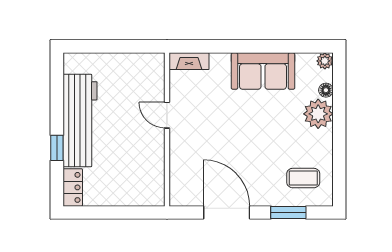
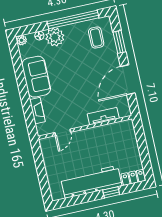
fireplace: (189, 61) -> (37, 111), moved
door: (167, 115) -> (63, 132), moved
window: (339, 148) -> (73, 20), added
tv unit: (178, 162) -> (103, 116), added

